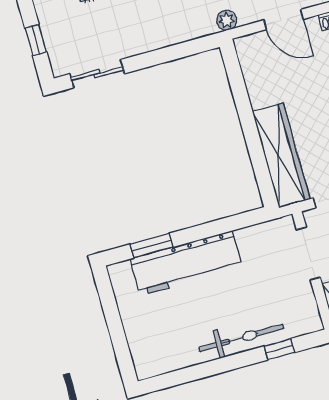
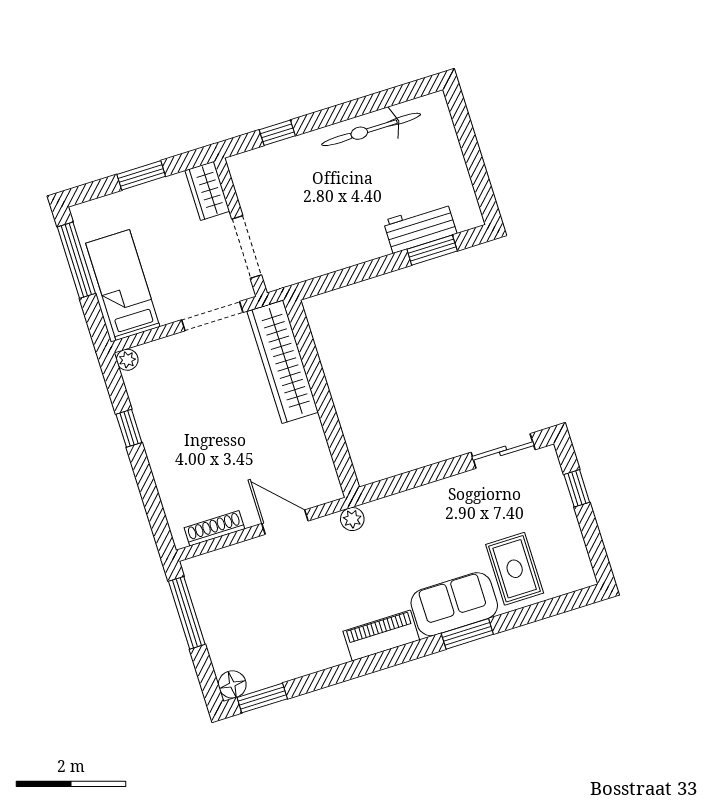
workbench: (186, 263) -> (420, 227), width x0.53, depth x0.76
bicycle: (241, 338) -> (371, 129), moved

